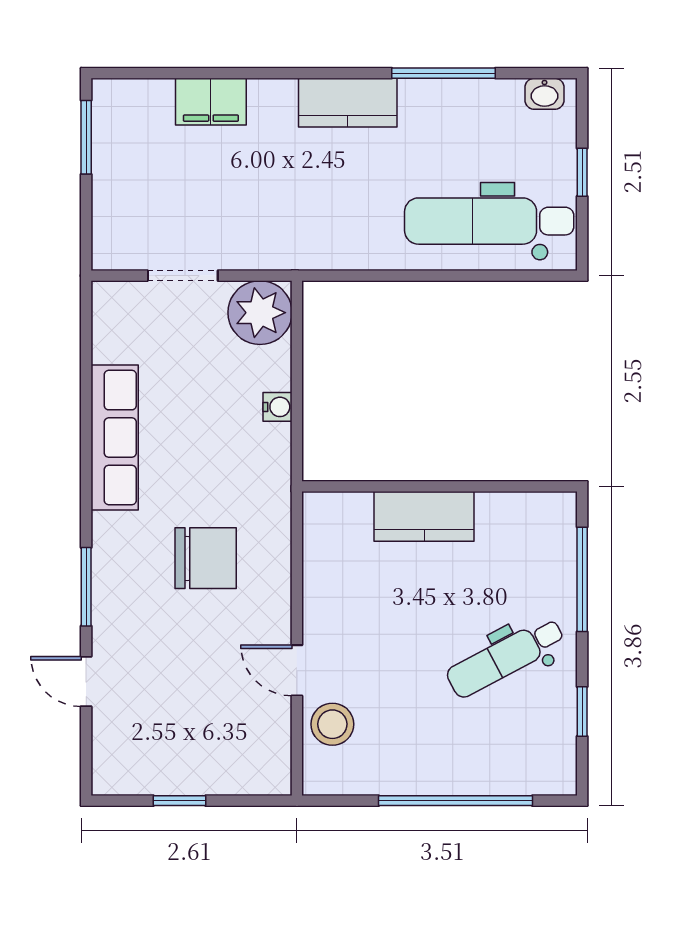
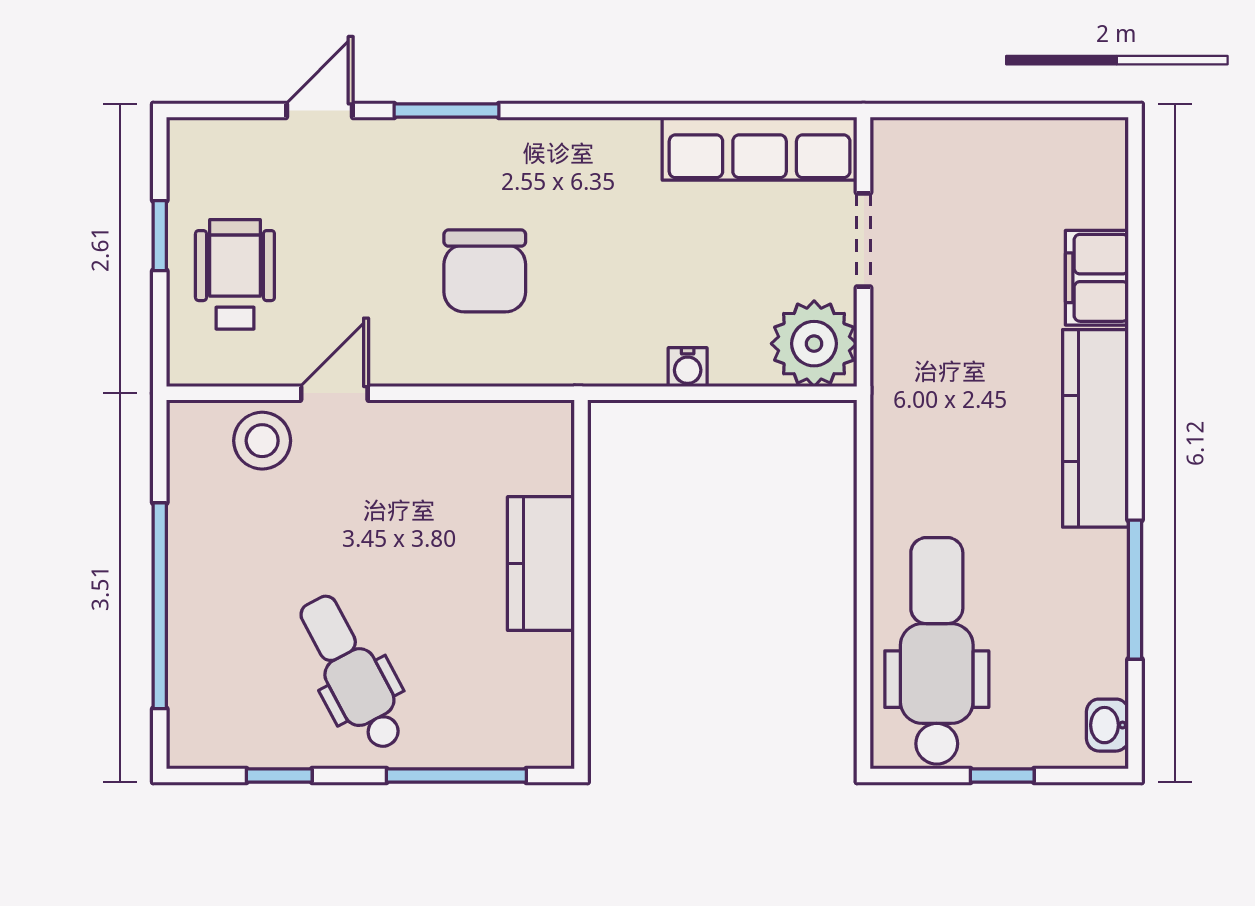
kitchen counter: (348, 103) -> (1095, 428), width x1.50
window: (86, 137) -> (1049, 111), removed
row of seats: (115, 438) -> (760, 149), moved
wheelchair: (208, 745) -> (235, 274), added

